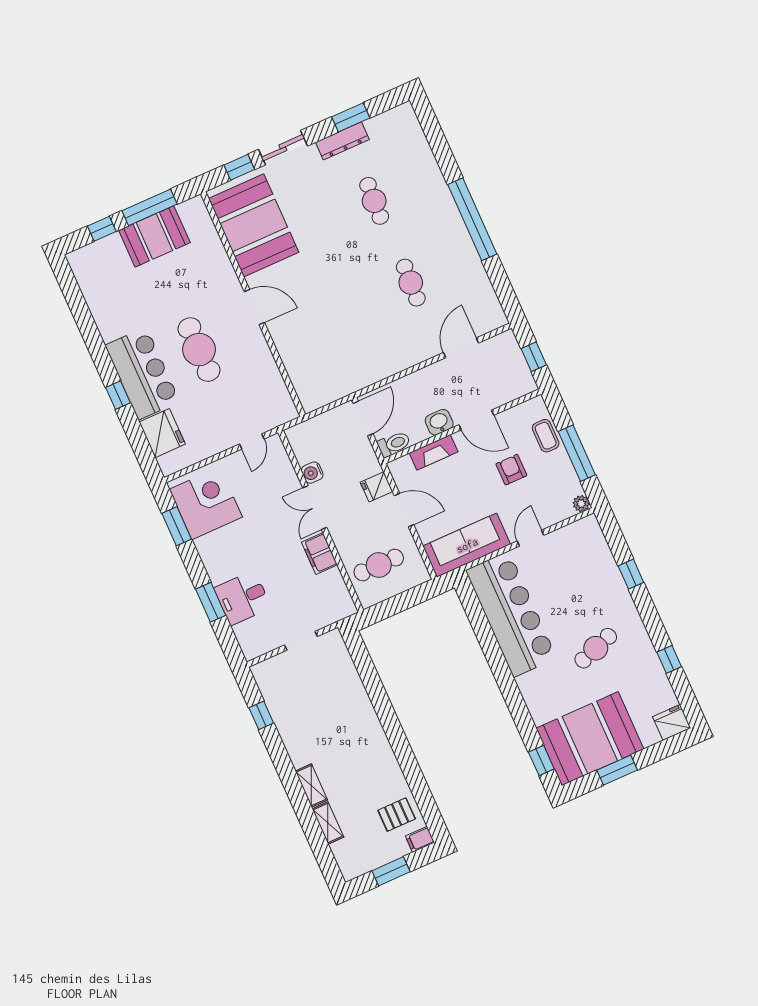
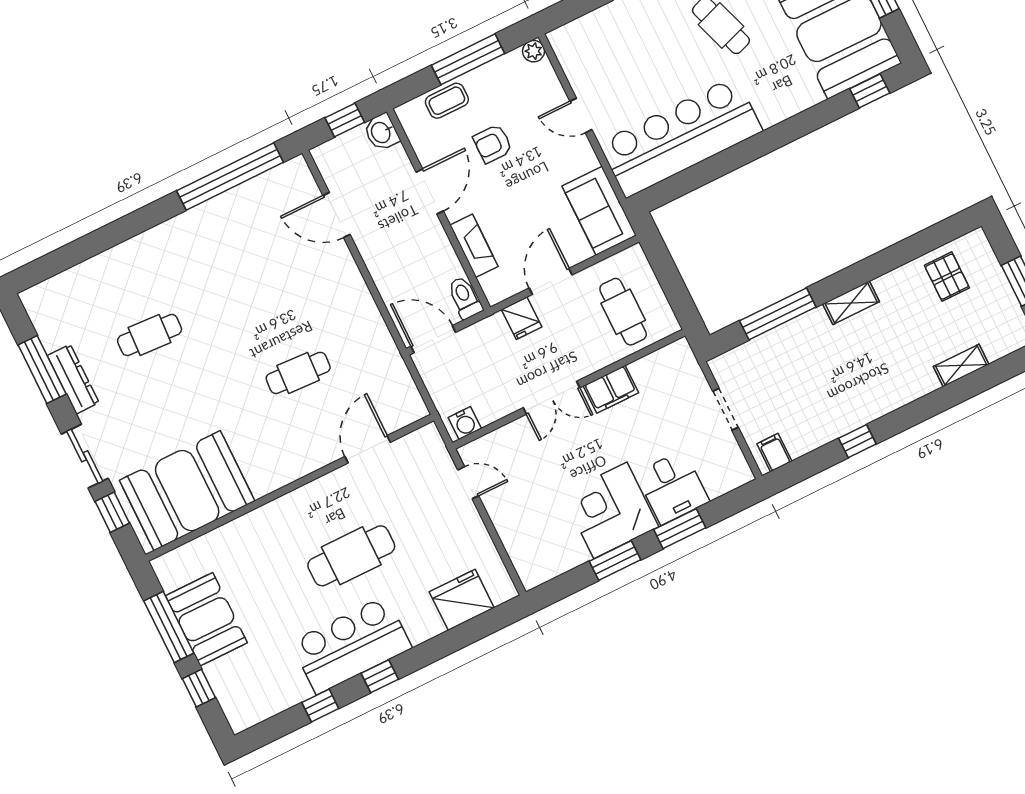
window: (351, 117) -> (42, 369), width x1.44
window: (472, 219) -> (230, 176), moved
cafe table: (411, 283) -> (298, 373), moved
door: (254, 307) -> (368, 449), moved
window: (85, 321) -> (320, 705), added
bar counter: (142, 373) -> (351, 645), moved
window: (118, 395) -> (380, 676), moved
washbasin: (439, 422) -> (381, 132), moved
water cooler: (312, 473) -> (465, 423), moved
corner desk: (206, 503) -> (610, 510), moved
window: (177, 526) -> (615, 560), moved
sofa: (467, 545) -> (599, 211), width x0.73
window: (373, 684) -> (778, 314), added
window: (261, 715) -> (857, 441), moved
shelving: (311, 786) -> (851, 303), moved
filing cabinet: (420, 839) -> (774, 453), moved, turned 180

